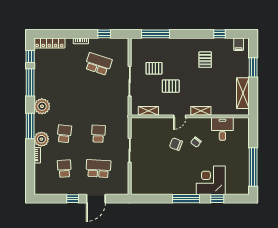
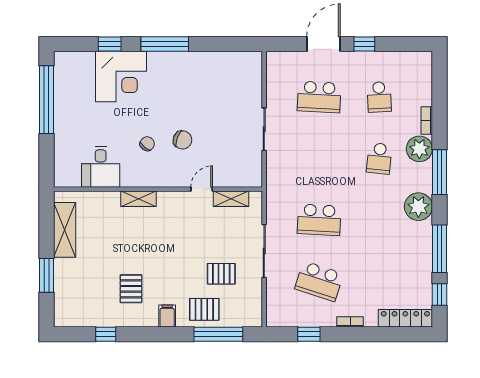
filing cabinet: (239, 44) -> (167, 316), moved
pallet: (171, 86) -> (204, 309), moved
door: (180, 116) -> (202, 189), moved
school desk: (98, 134) -> (319, 220), moved, width x1.85

